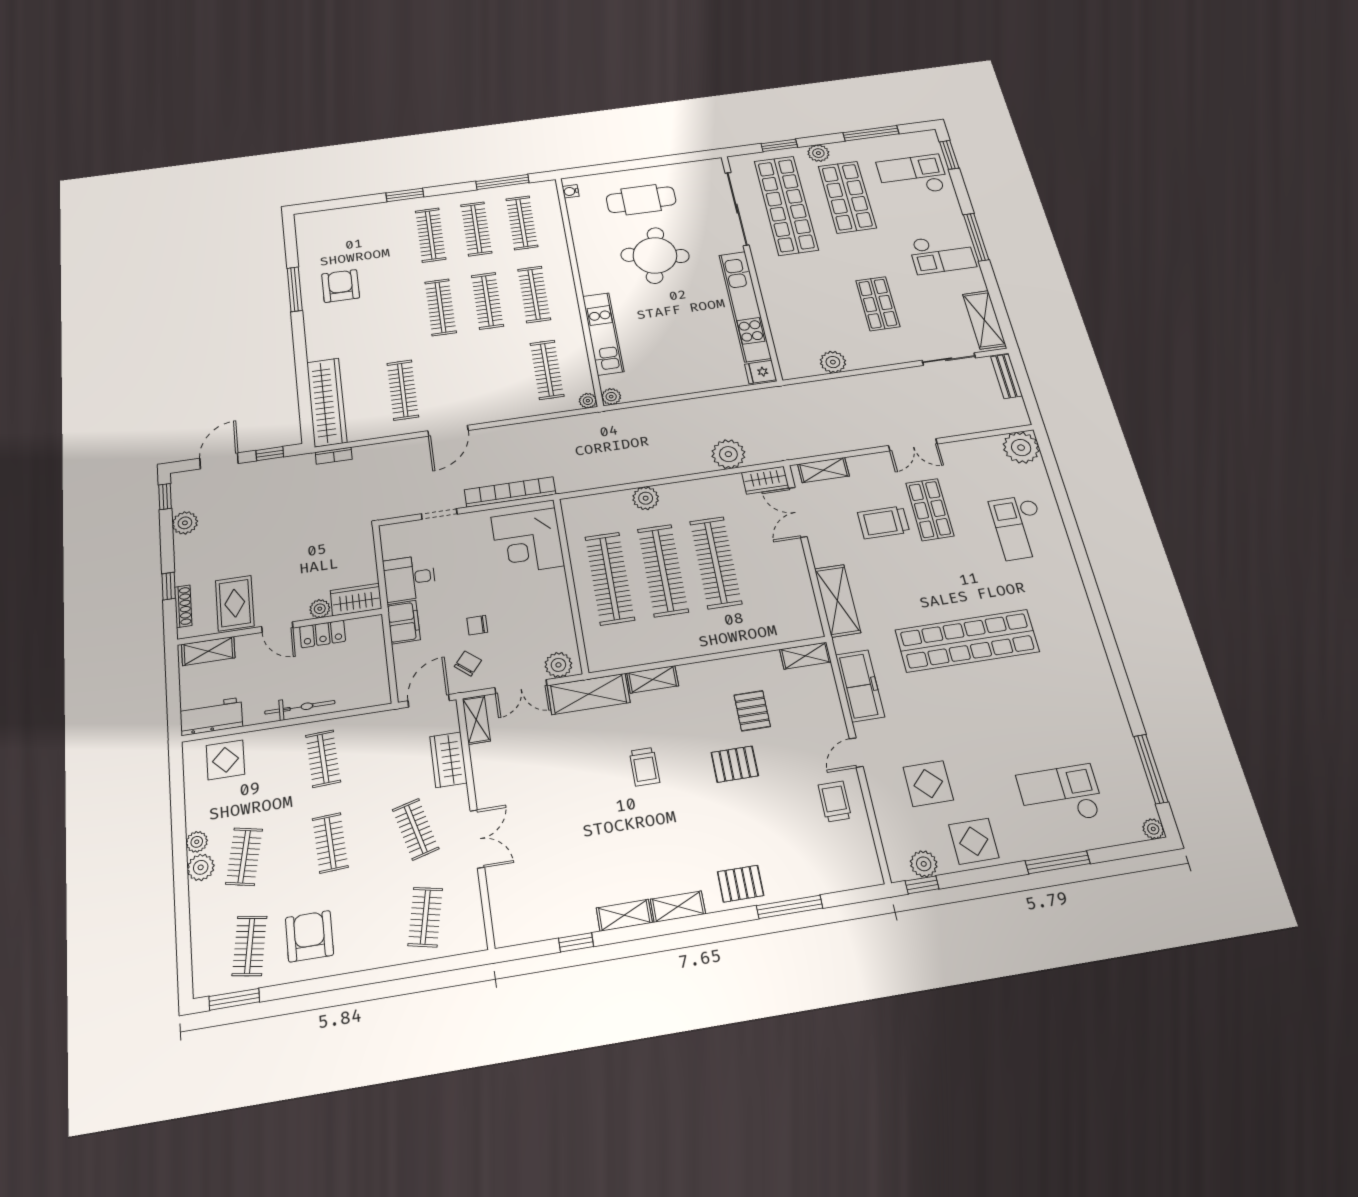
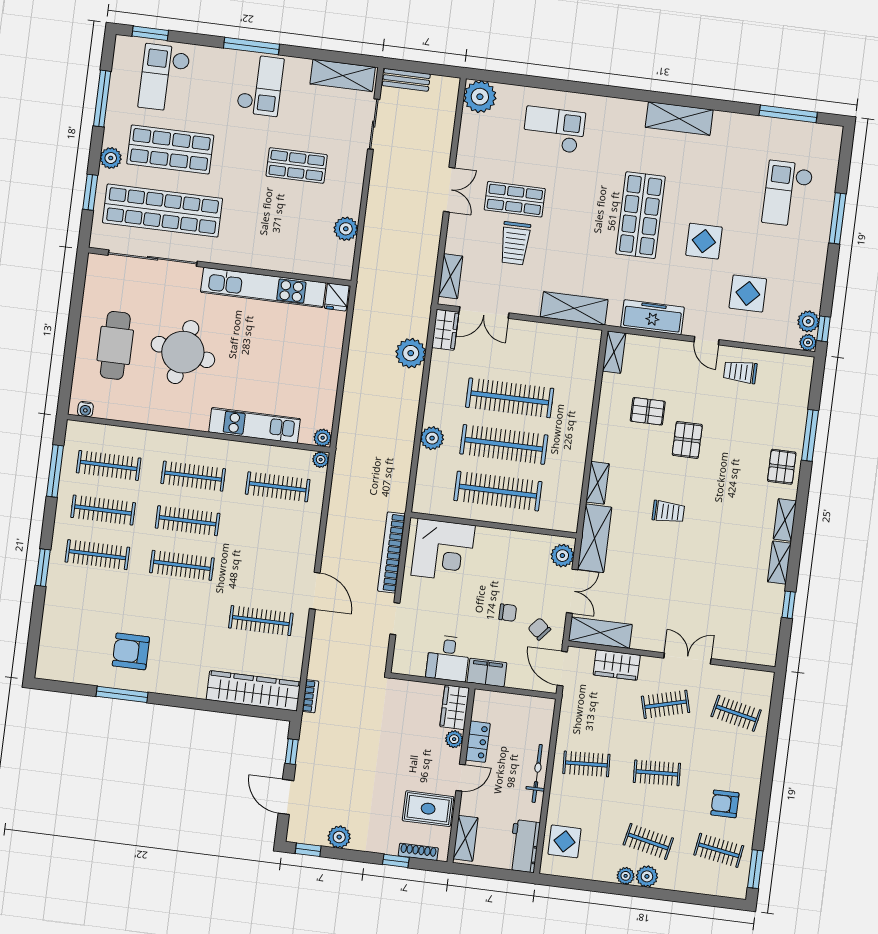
checkout: (1020, 527) -> (554, 130), turned 180
chair: (477, 625) -> (508, 613), turned -90
shop shelf: (967, 641) -> (641, 215), width x0.71
shelving: (1090, 651) -> (679, 119), added
shelving: (476, 720) -> (600, 633), width x1.50, depth x1.33
plant: (1153, 829) -> (808, 342), moved
display table: (974, 841) -> (704, 241), moved
armchair: (309, 936) -> (725, 804), width x0.72, depth x0.72

